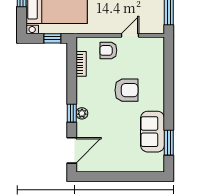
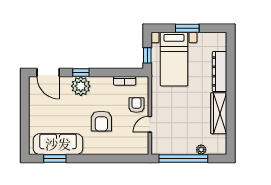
door: (130, 35) -> (150, 124), swing flipped
plant: (82, 113) -> (81, 86), width x1.88, depth x1.88
sofa: (152, 132) -> (58, 144), width x1.36

